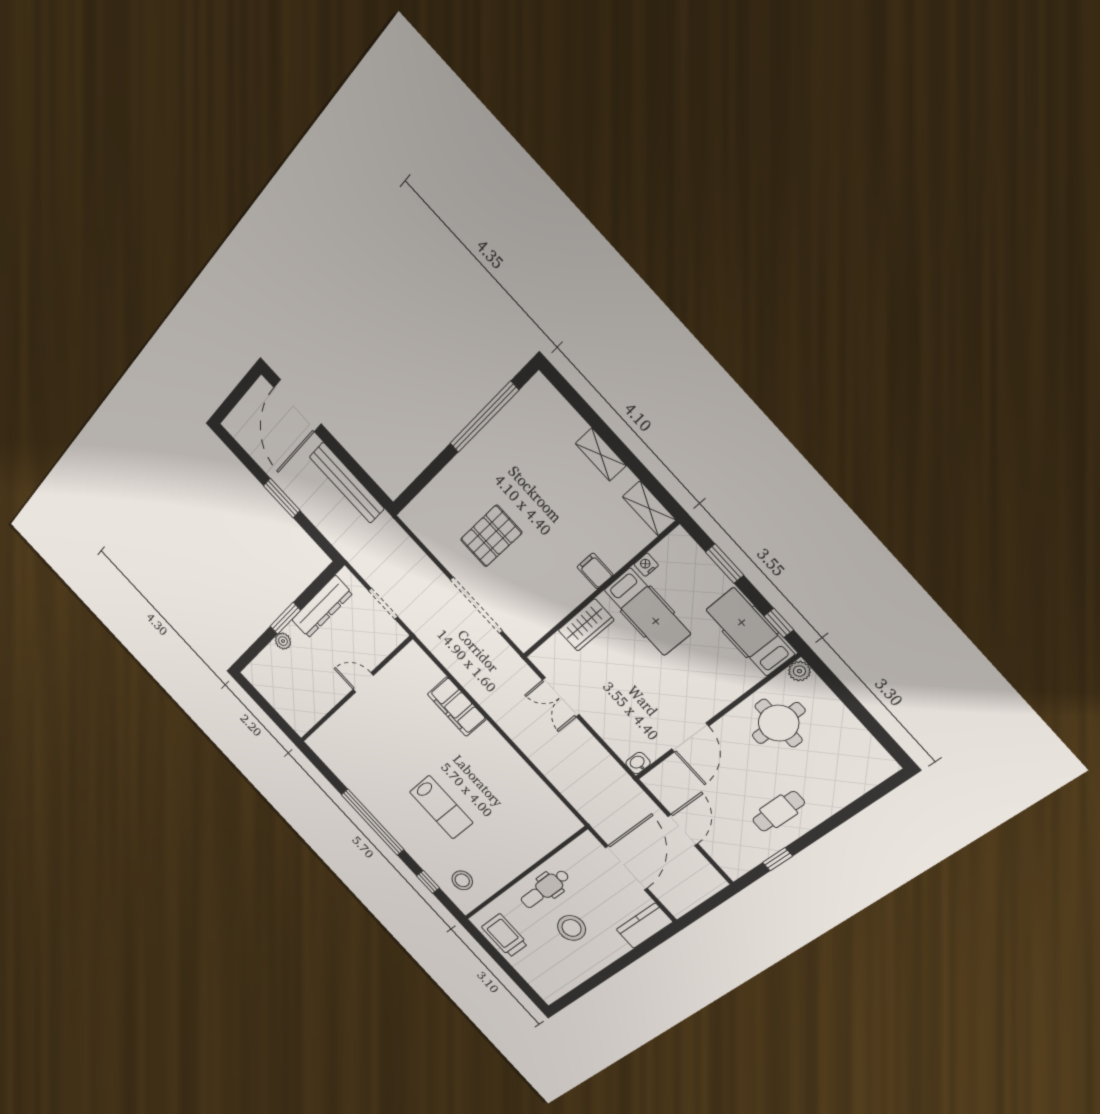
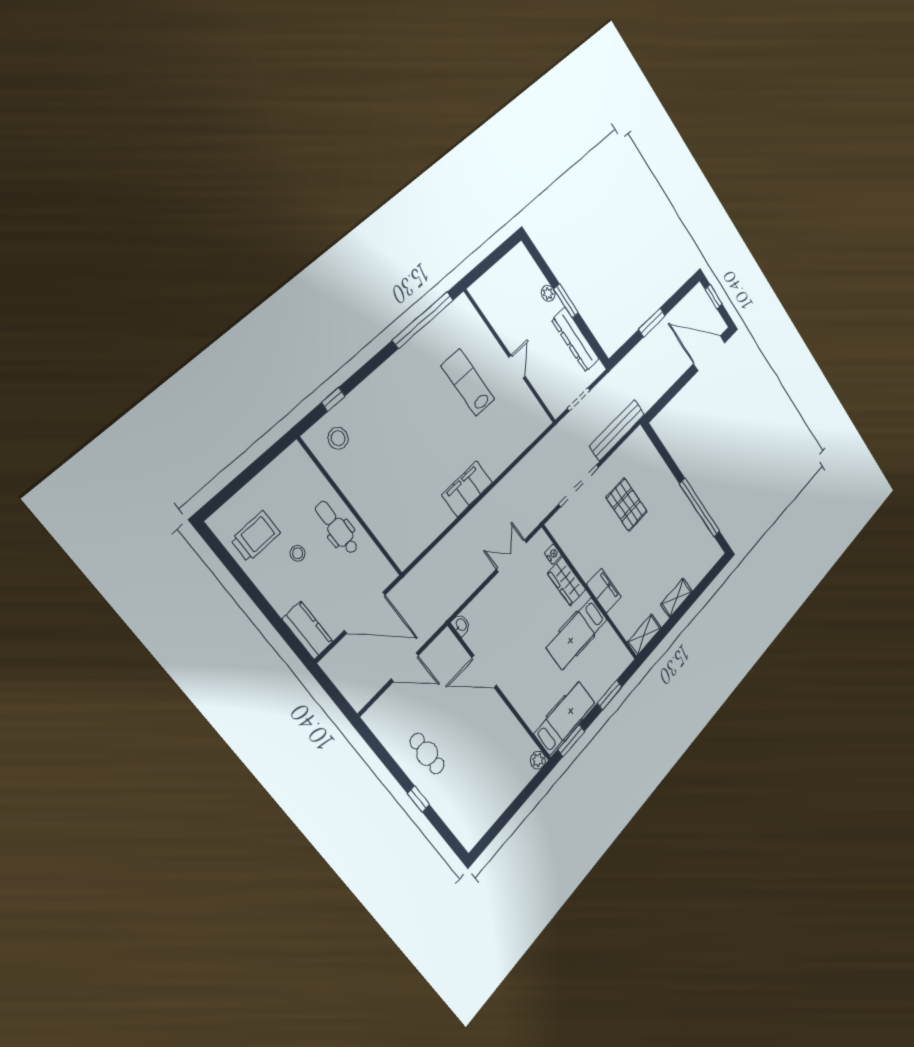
window: (232, 400) -> (714, 297), added
bench: (347, 483) -> (617, 430), moved
nightstand: (646, 565) -> (553, 554), moved
filing cabinet: (595, 571) -> (604, 591), width x2.00
window: (779, 623) -> (571, 740), width x1.50
filing cabinet: (457, 707) -> (467, 489), moved
round table: (779, 723) -> (499, 747), removed
lab bench: (441, 807) -> (468, 382), moved, turned 90
window: (373, 822) -> (423, 320), moved
window: (778, 859) -> (418, 799), moved
stool: (572, 928) -> (298, 553), width x0.53, depth x0.53
trolley: (505, 935) -> (256, 536), moved

